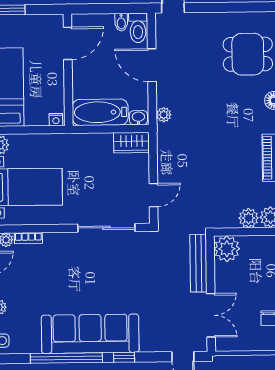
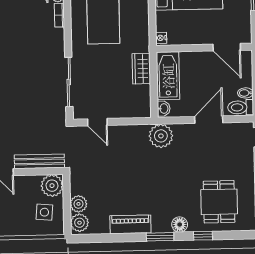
plant: (164, 115) -> (161, 136), width x1.88, depth x1.88
wardrobe: (131, 143) -> (141, 69), moved
side table: (258, 258) -> (44, 212), added

